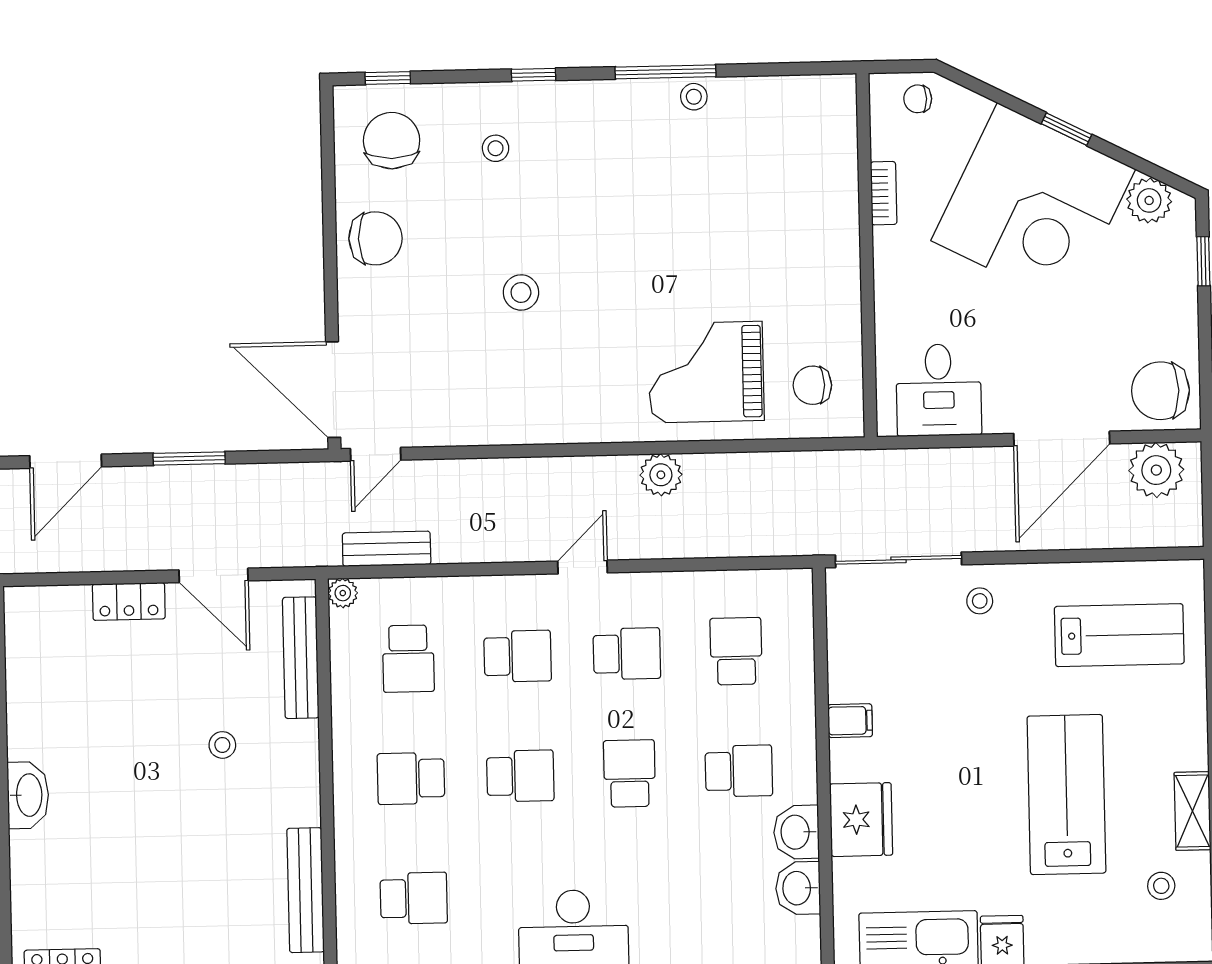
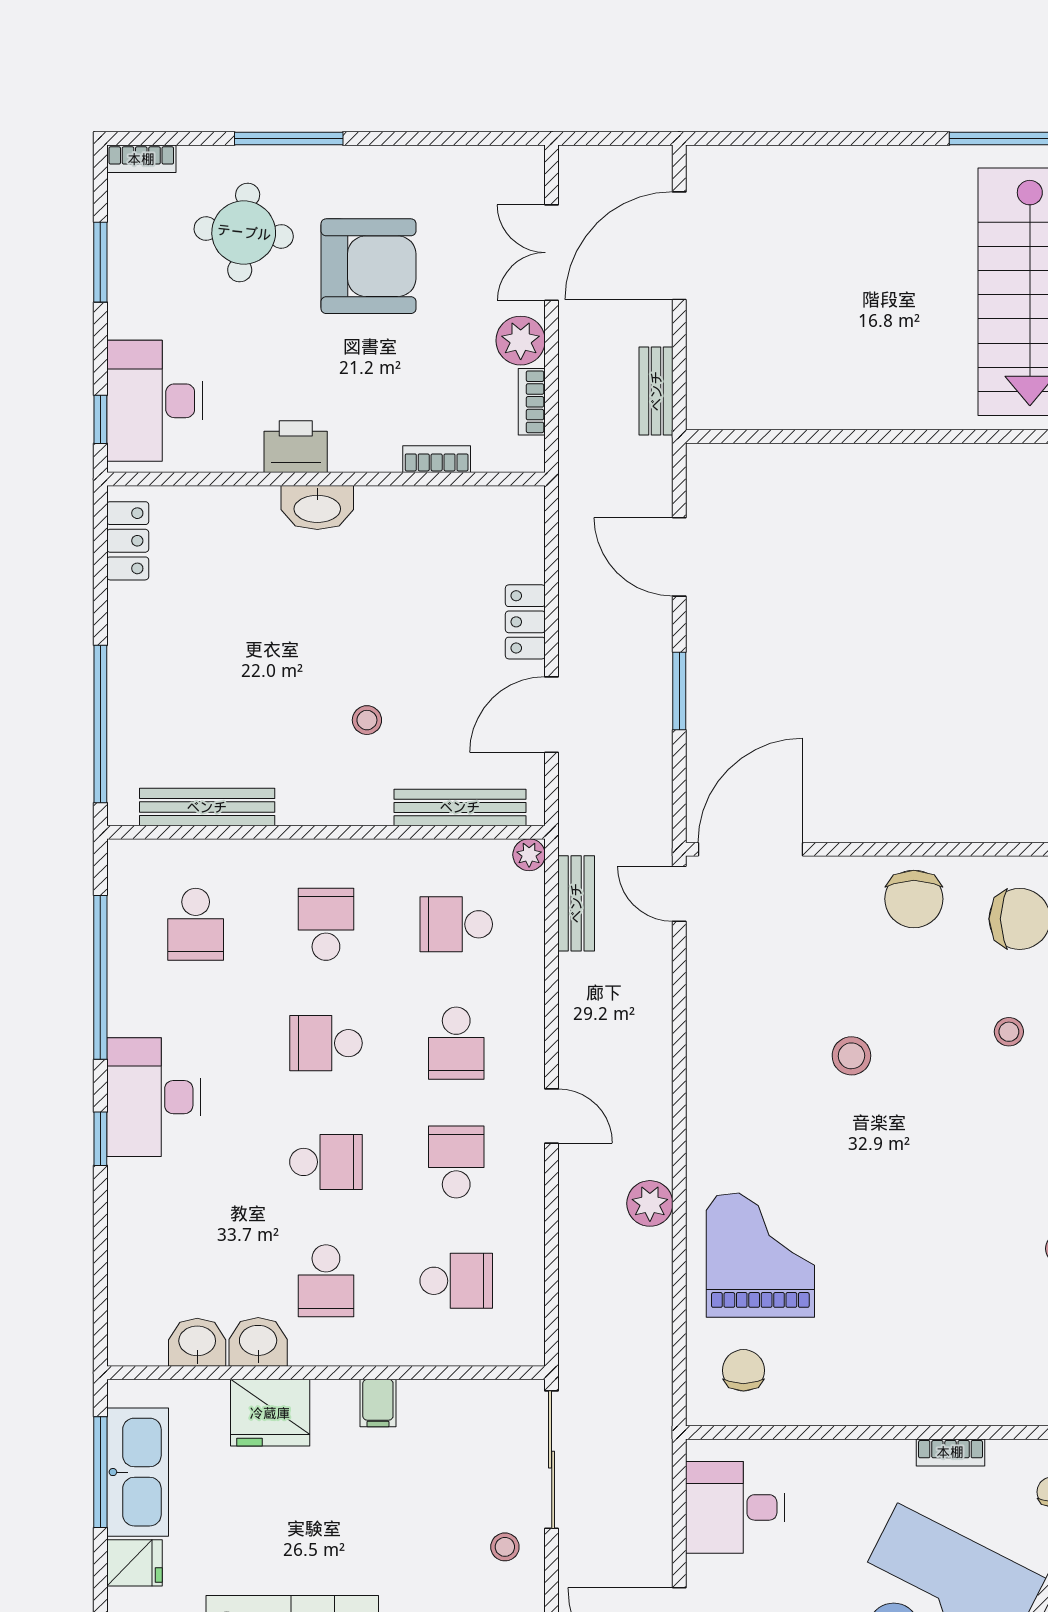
school desk: (627, 654) -> (456, 1162), turned 180
school desk: (520, 776) -> (326, 1043), turned 90

